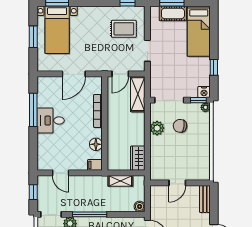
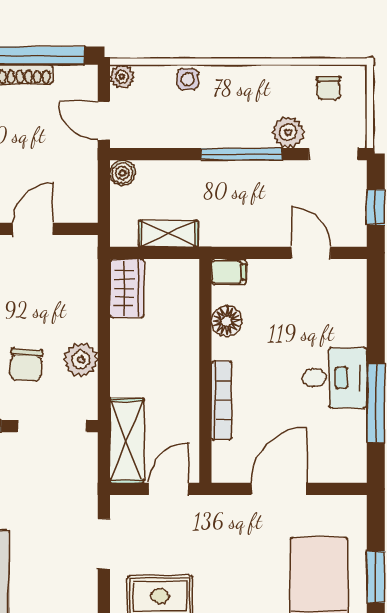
chair: (180, 126) -> (26, 365), turned 86

